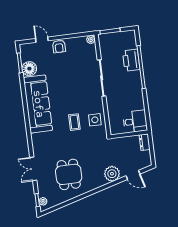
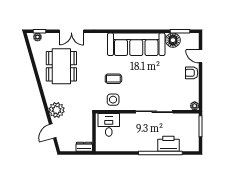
door: (42, 40) -> (201, 56), swing flipped
desk: (135, 121) -> (109, 125), moved, turned 180
double door: (33, 169) -> (71, 31), swing flipped
dining table: (69, 174) -> (61, 66), width x1.38

